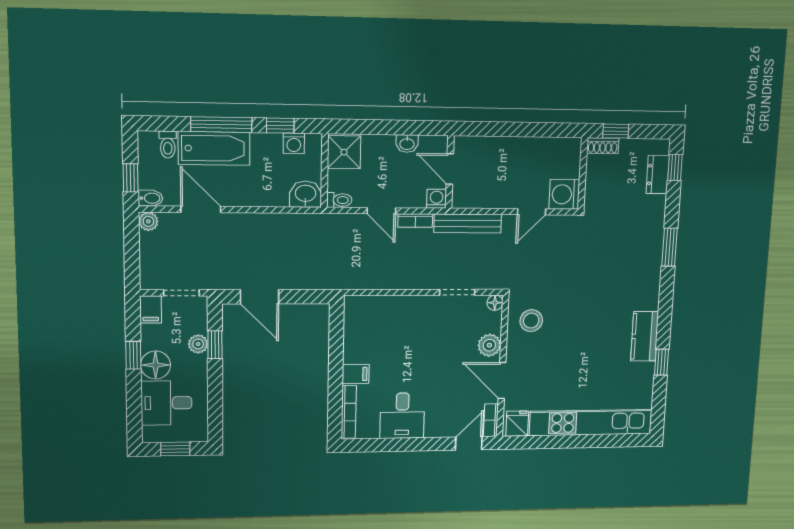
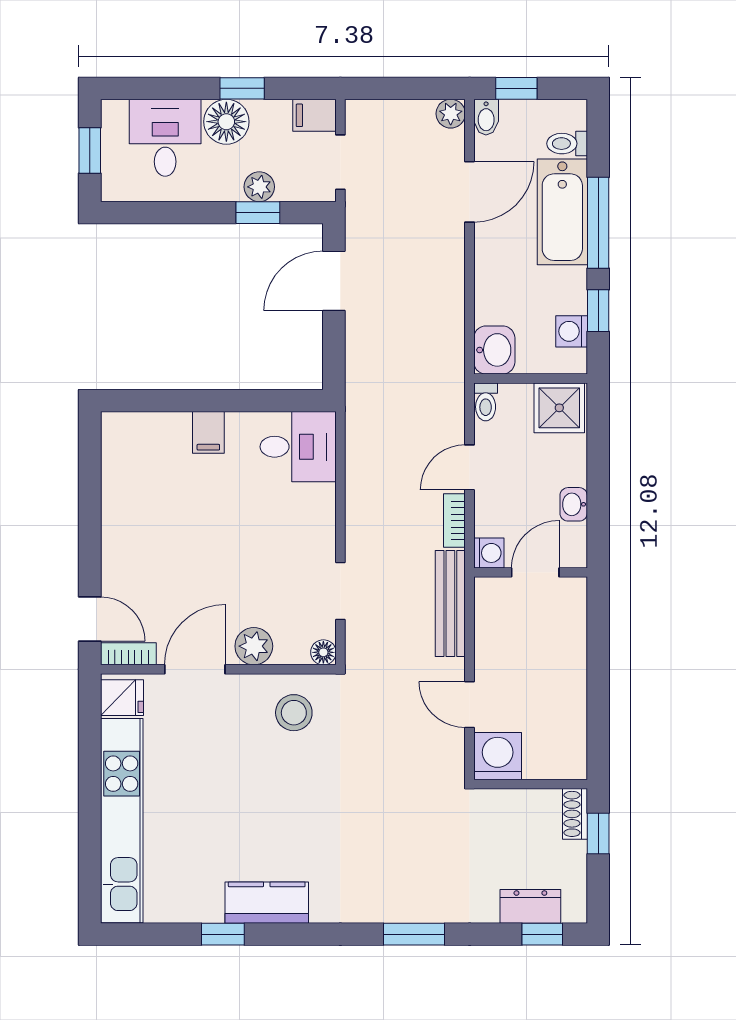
bookcase: (349, 412) -> (146, 423), removed
desk: (402, 416) -> (298, 447), moved, turned 180

